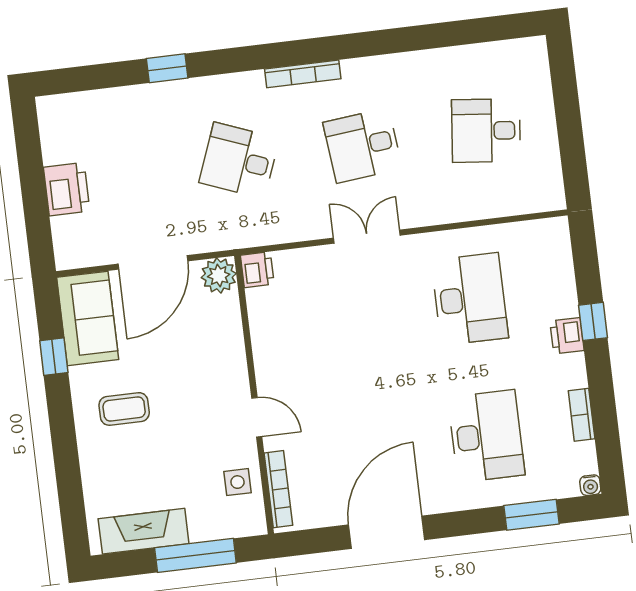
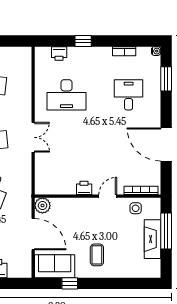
double door: (367, 237) -> (33, 137), swing flipped
printer: (257, 270) -> (84, 188), moved
desk: (470, 299) -> (67, 95), turned 180
printer: (567, 336) -> (59, 53), moved
desk: (486, 436) -> (129, 95), width x0.73
fireplace: (144, 531) -> (152, 239), moved

